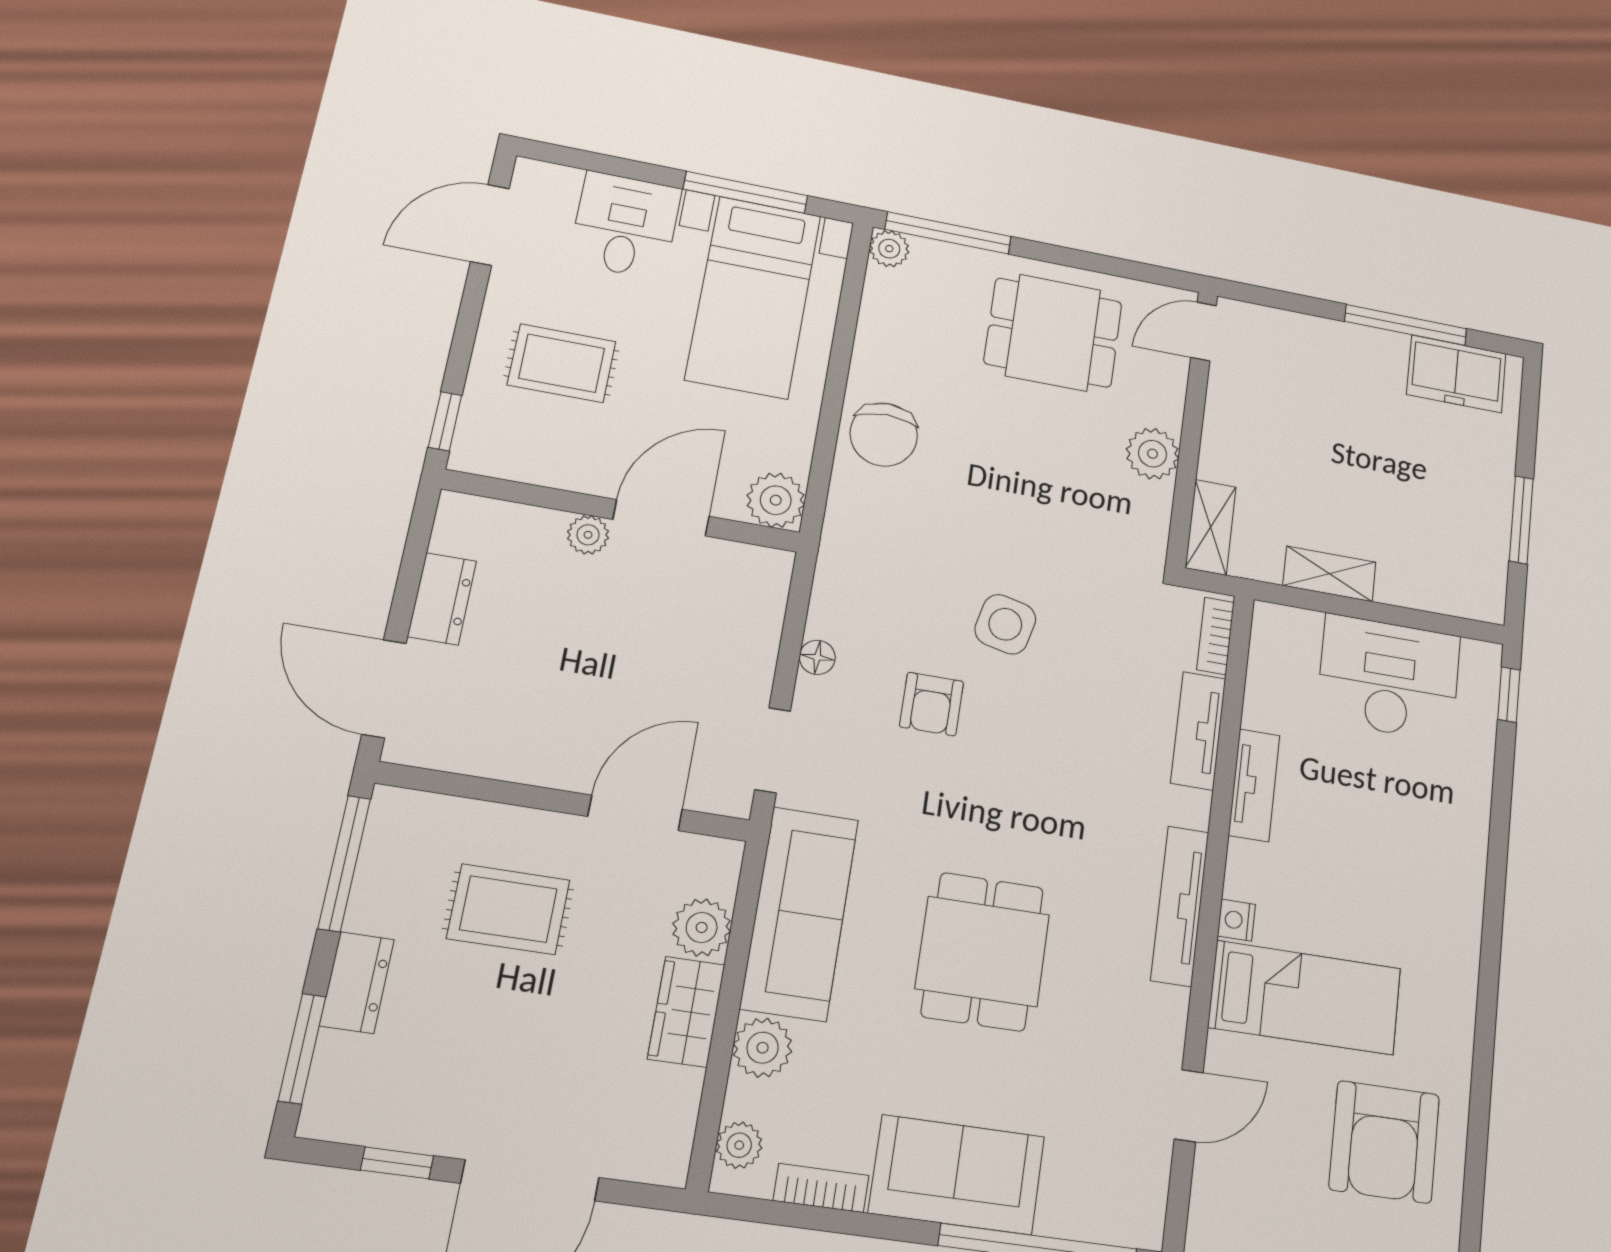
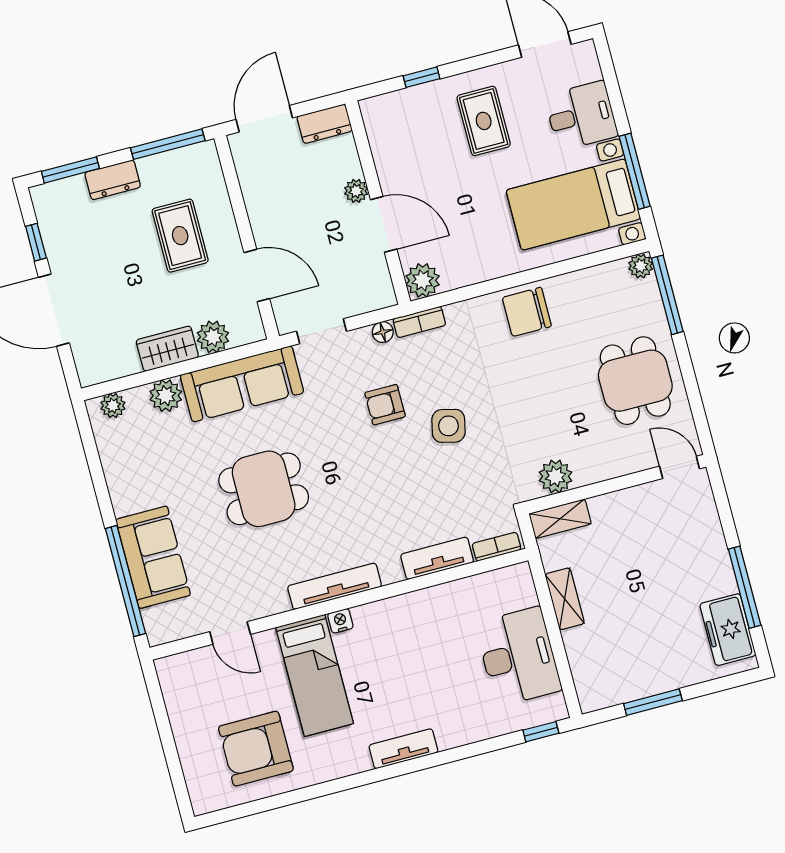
plant: (1153, 454) -> (555, 476), moved
plant: (776, 500) -> (423, 280), moved
wall: (623, 511) -> (378, 203), moved
door: (661, 518) -> (384, 224), moved
plant: (588, 535) -> (356, 191), moved
tv unit: (1254, 785) -> (403, 749), moved, turned 180
sofa: (957, 1175) -> (153, 557), moved
bookcase: (821, 1188) -> (419, 322), moved, turned 90

